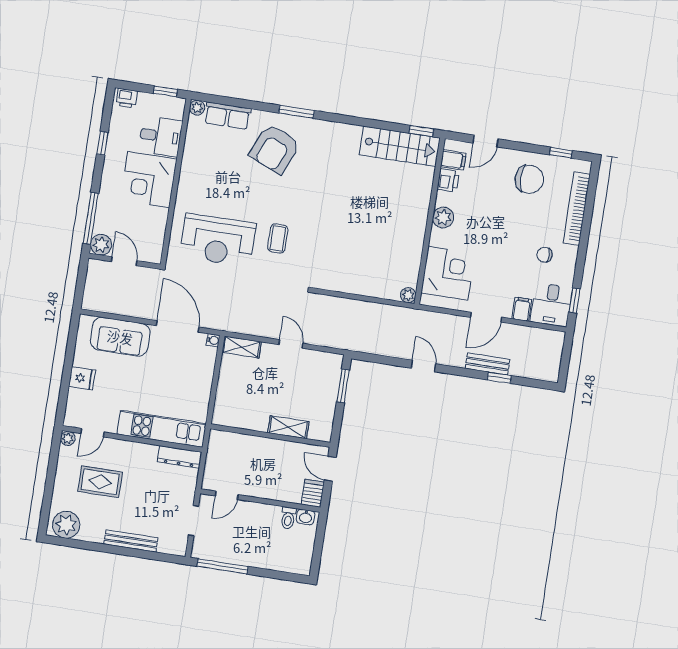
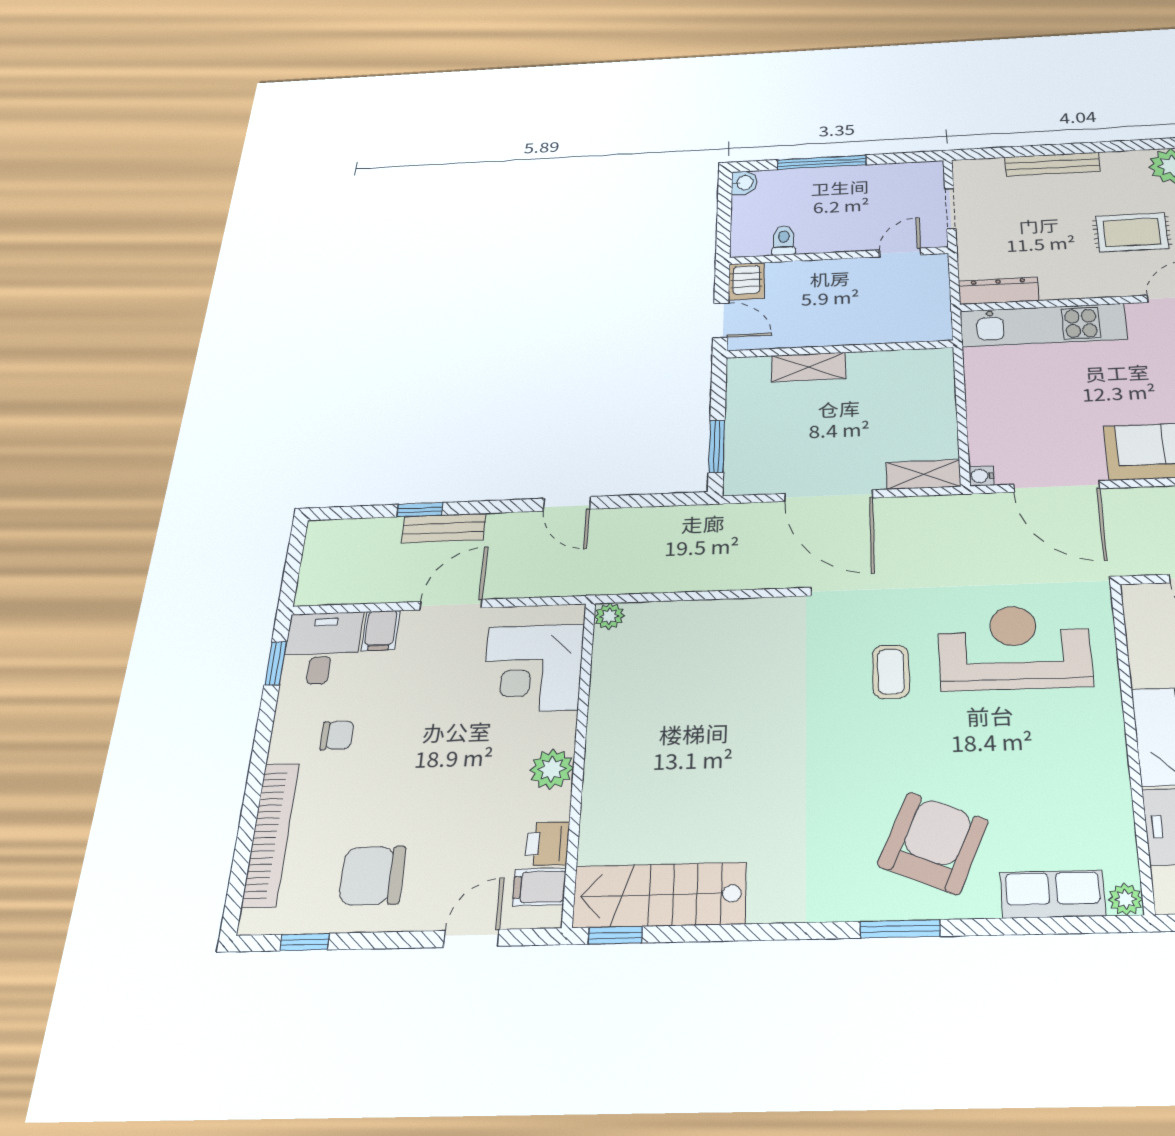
door: (291, 344) -> (829, 496), width x1.88
washbasin: (306, 517) -> (744, 183), moved, turned 90
window: (223, 566) -> (822, 162), moved

